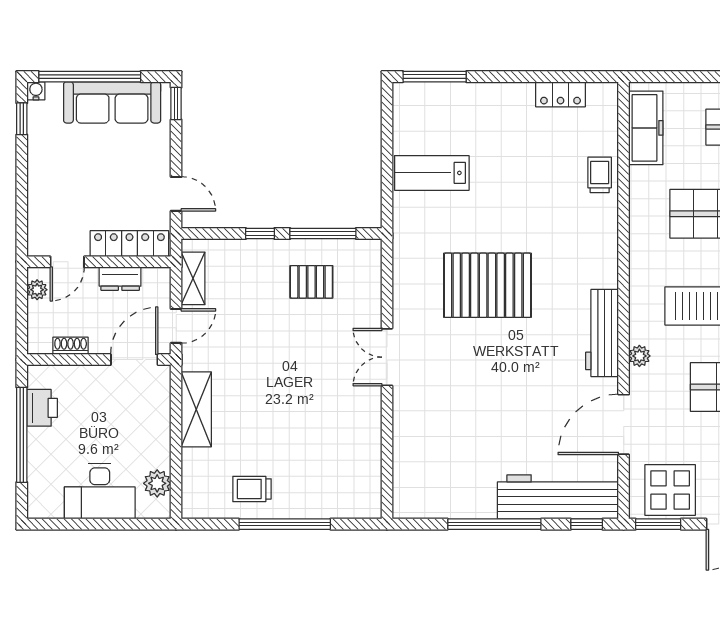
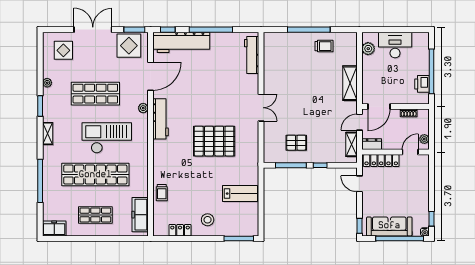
stool: (502, 117) -> (208, 220), added
dresser: (120, 279) -> (372, 144), moved
workbench: (407, 470) -> (252, 55), added

